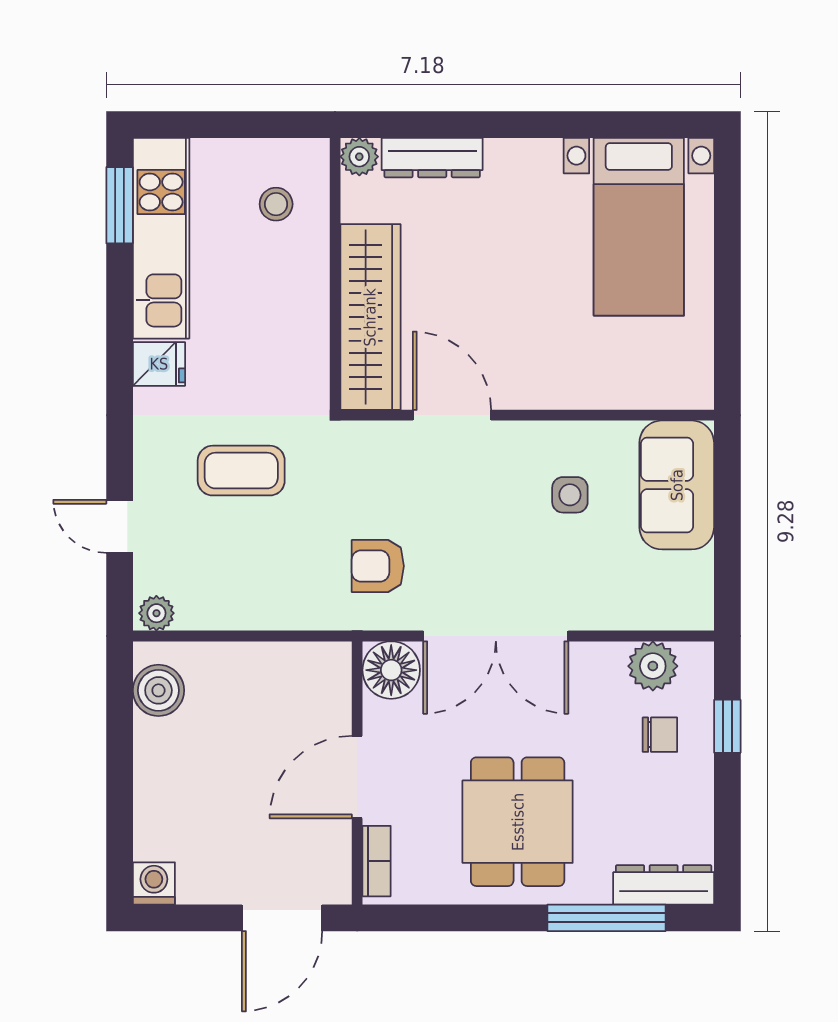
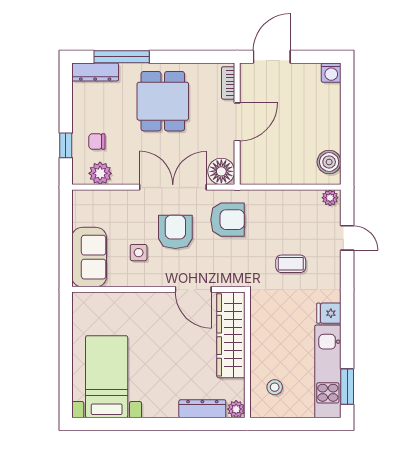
coffee table: (241, 471) -> (291, 264), width x0.73, depth x0.77
armchair: (491, 540) -> (175, 232), added
armchair: (378, 566) -> (228, 220), width x1.38, depth x1.38

